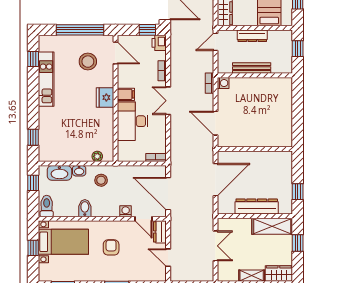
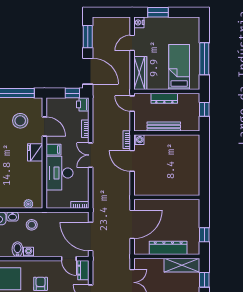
door: (215, 42) -> (132, 104), hinge flipped
door: (115, 53) -> (44, 126), moved
door: (215, 123) -> (132, 161), moved
washing machine: (126, 211) -> (29, 252), moved

